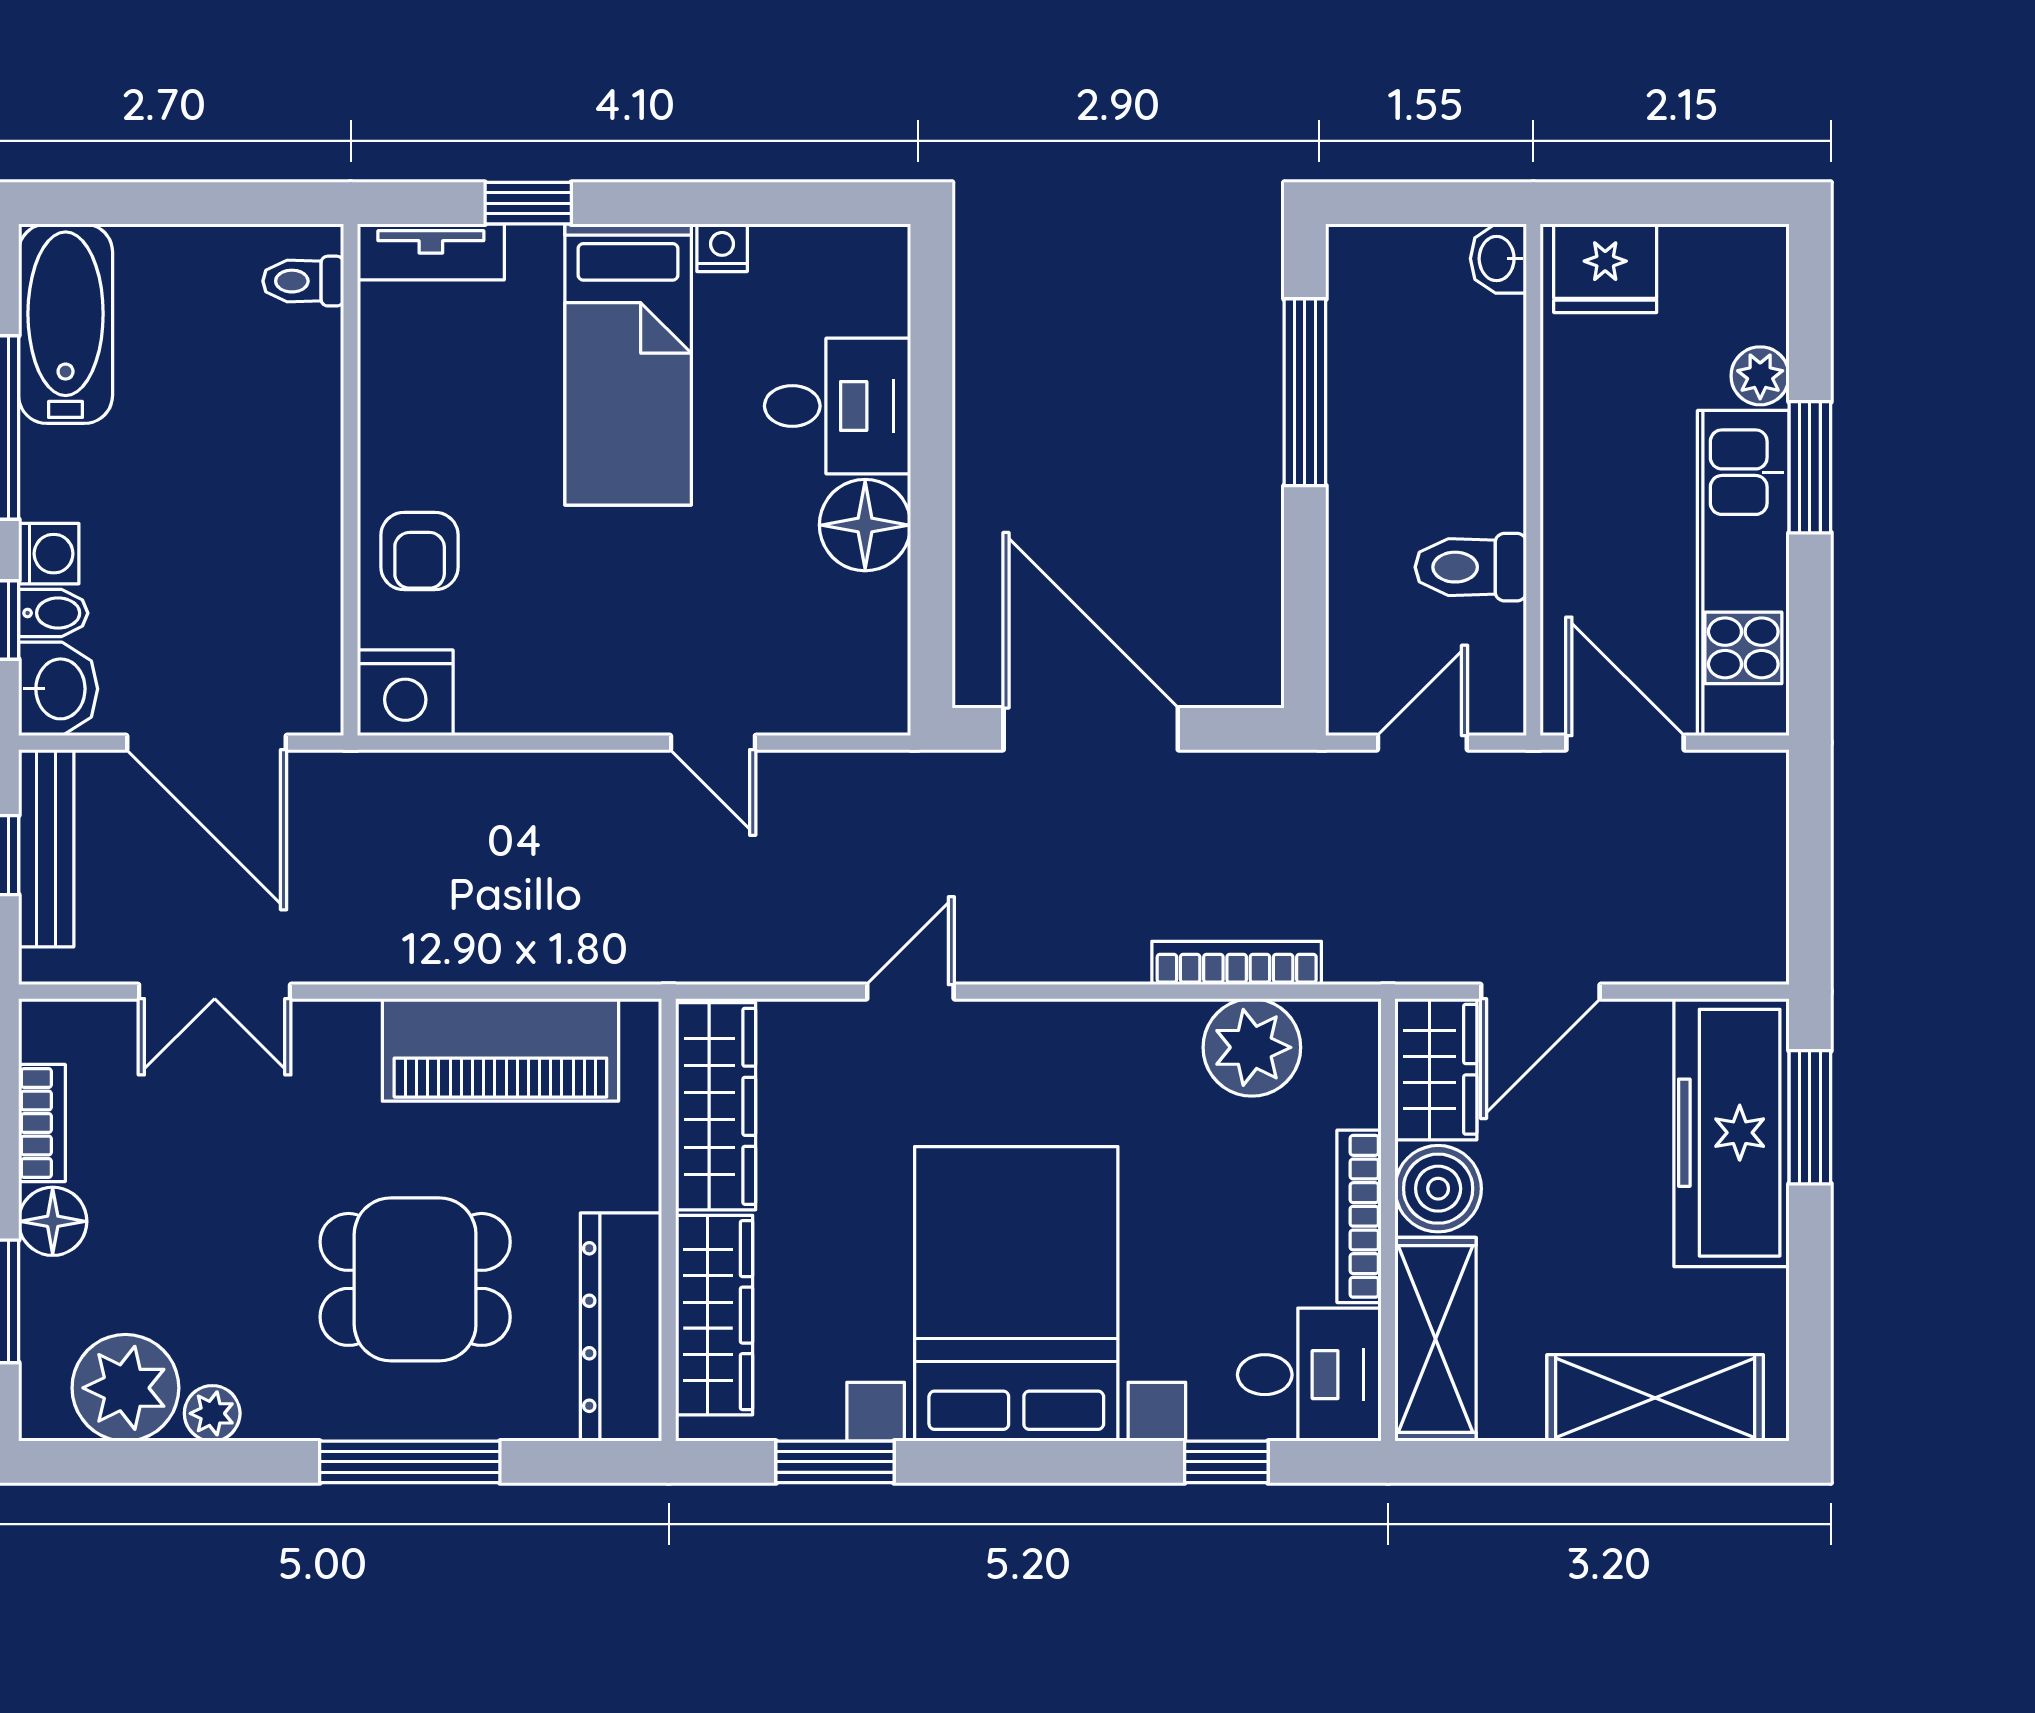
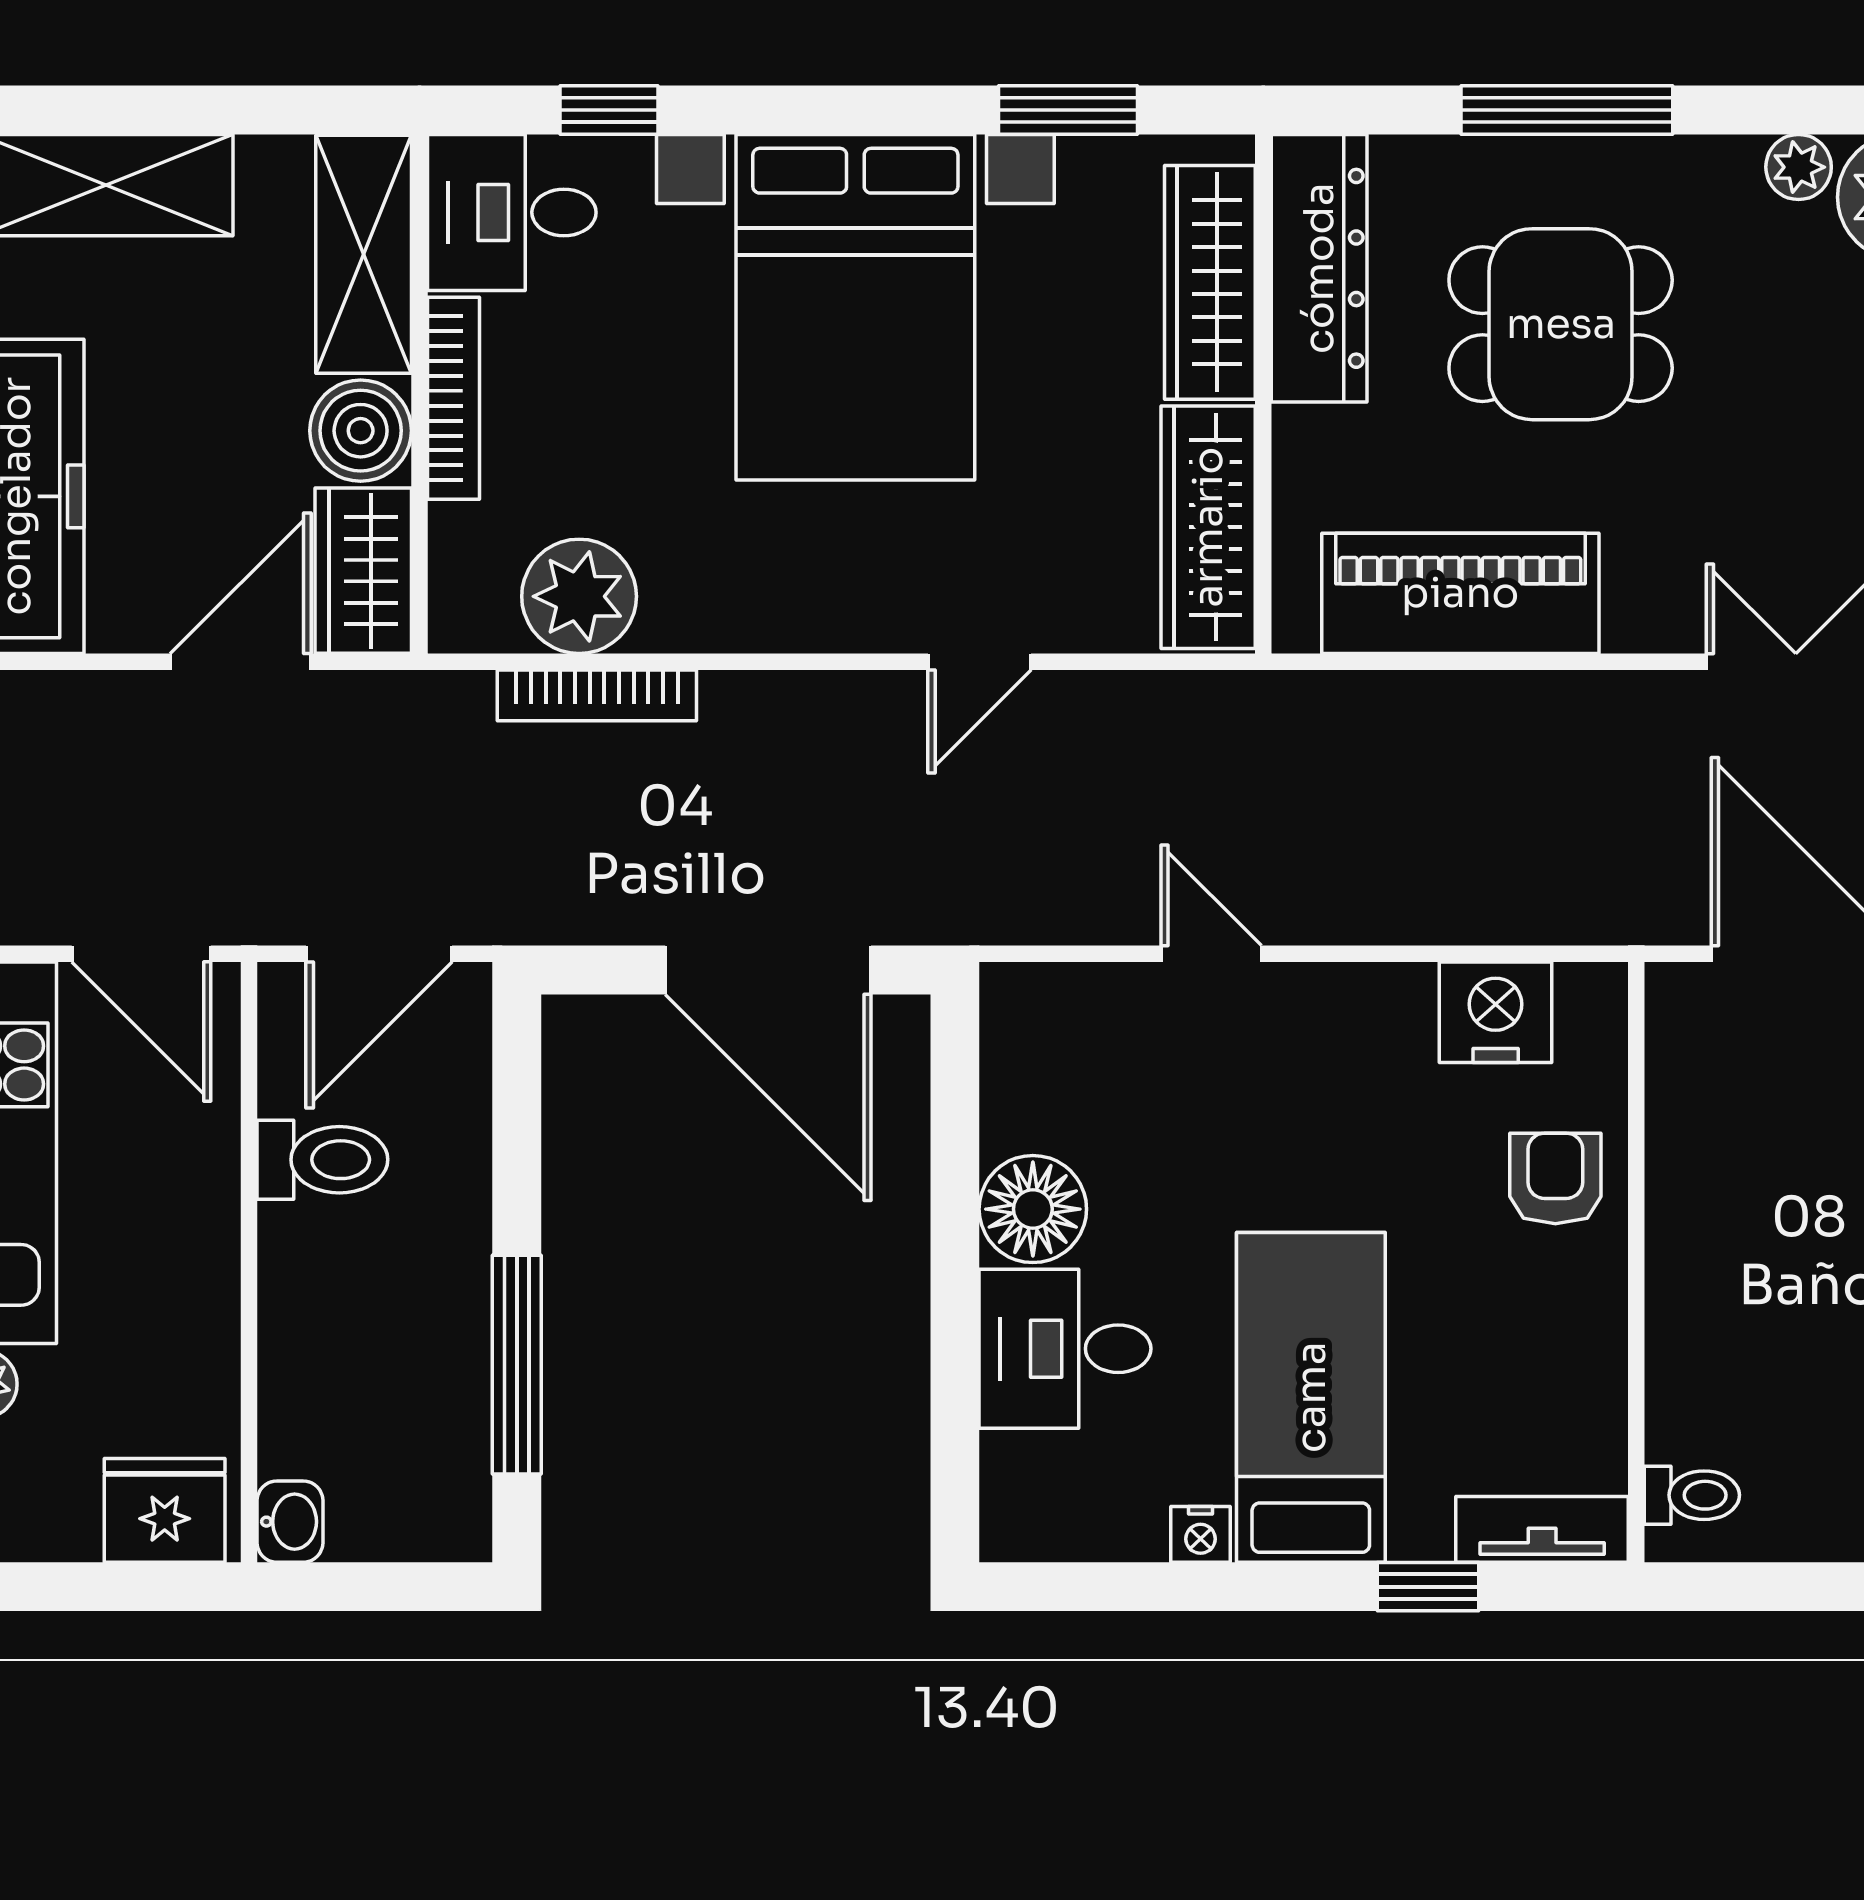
nightstand: (405, 693) -> (1496, 1012), moved
door: (1422, 743) -> (379, 954), width x1.38

